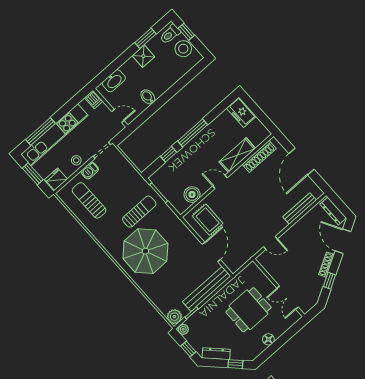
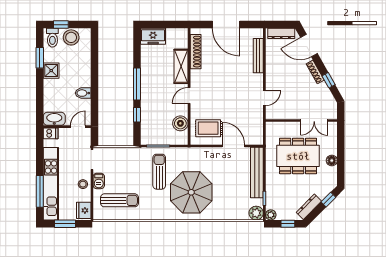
washbasin: (114, 81) -> (54, 119), moved, turned -90
sun lounger: (89, 200) -> (120, 200), turned 180
dining table: (249, 310) -> (298, 156), width x1.38

